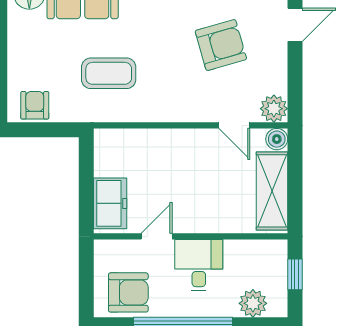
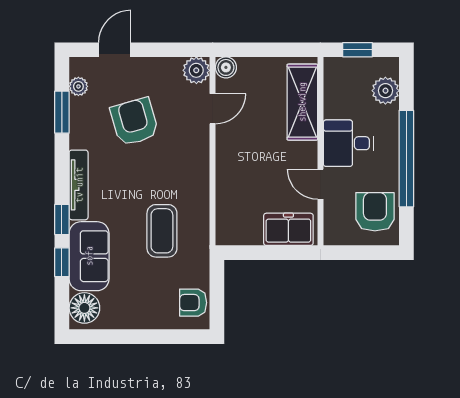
door: (295, 25) -> (115, 50), hinge flipped
shelving: (272, 191) -> (302, 102), moved, turned 90

